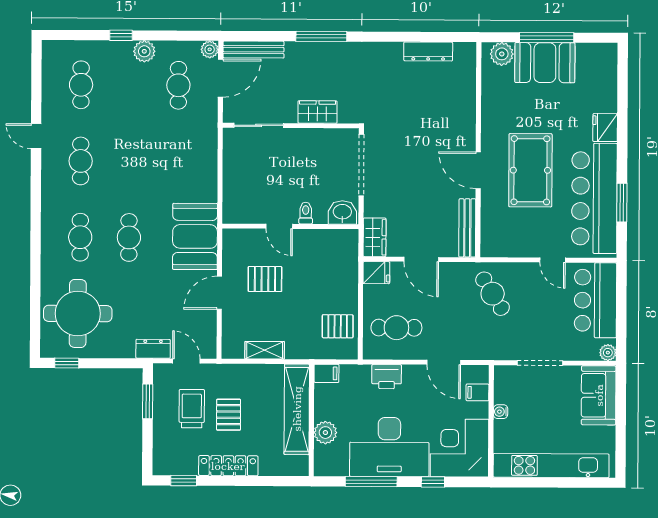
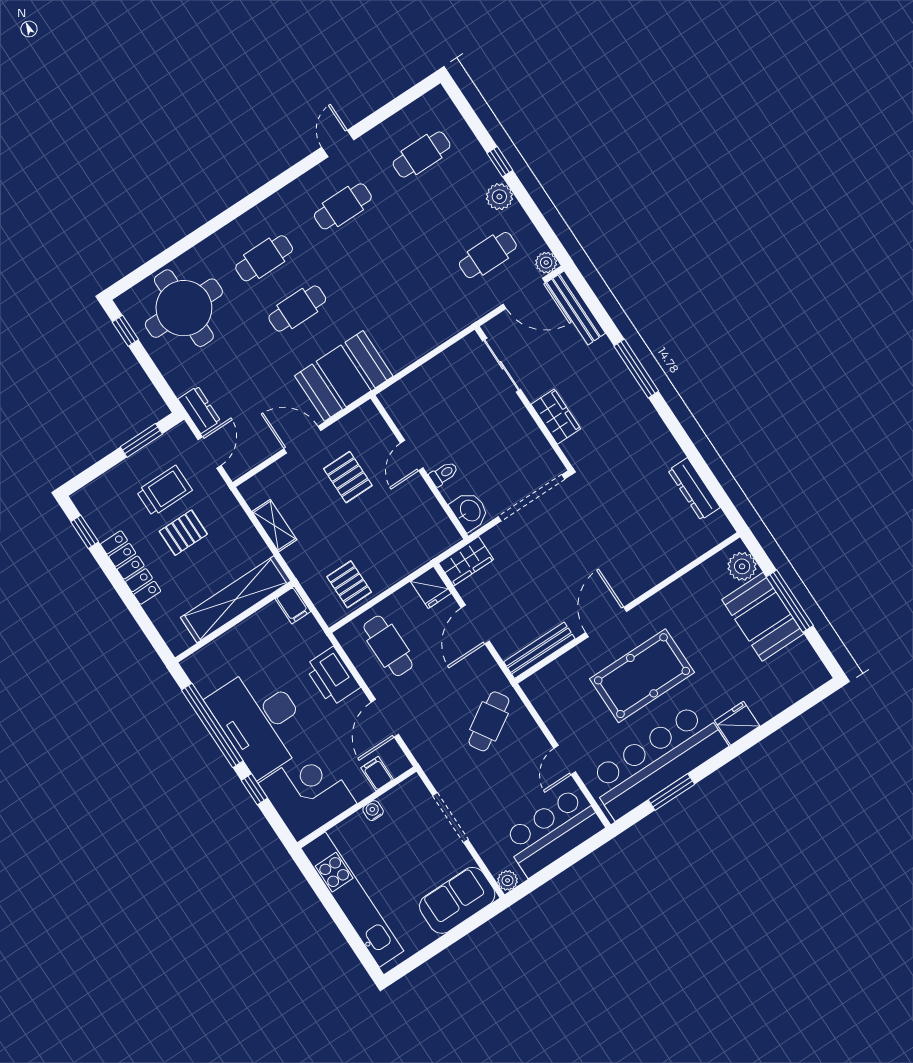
printer: (387, 377) -> (332, 677), width x1.37, depth x1.19
plant: (325, 433) -> (231, 645), removed
window: (371, 482) -> (212, 725), width x1.46

